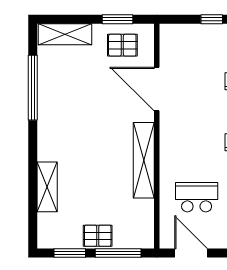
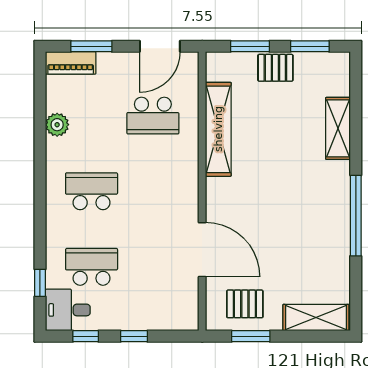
window: (33, 88) -> (356, 216), moved
shelving: (144, 160) -> (218, 129), moved
window: (118, 253) -> (250, 46), width x0.69
door: (191, 253) -> (160, 46), hinge flipped

